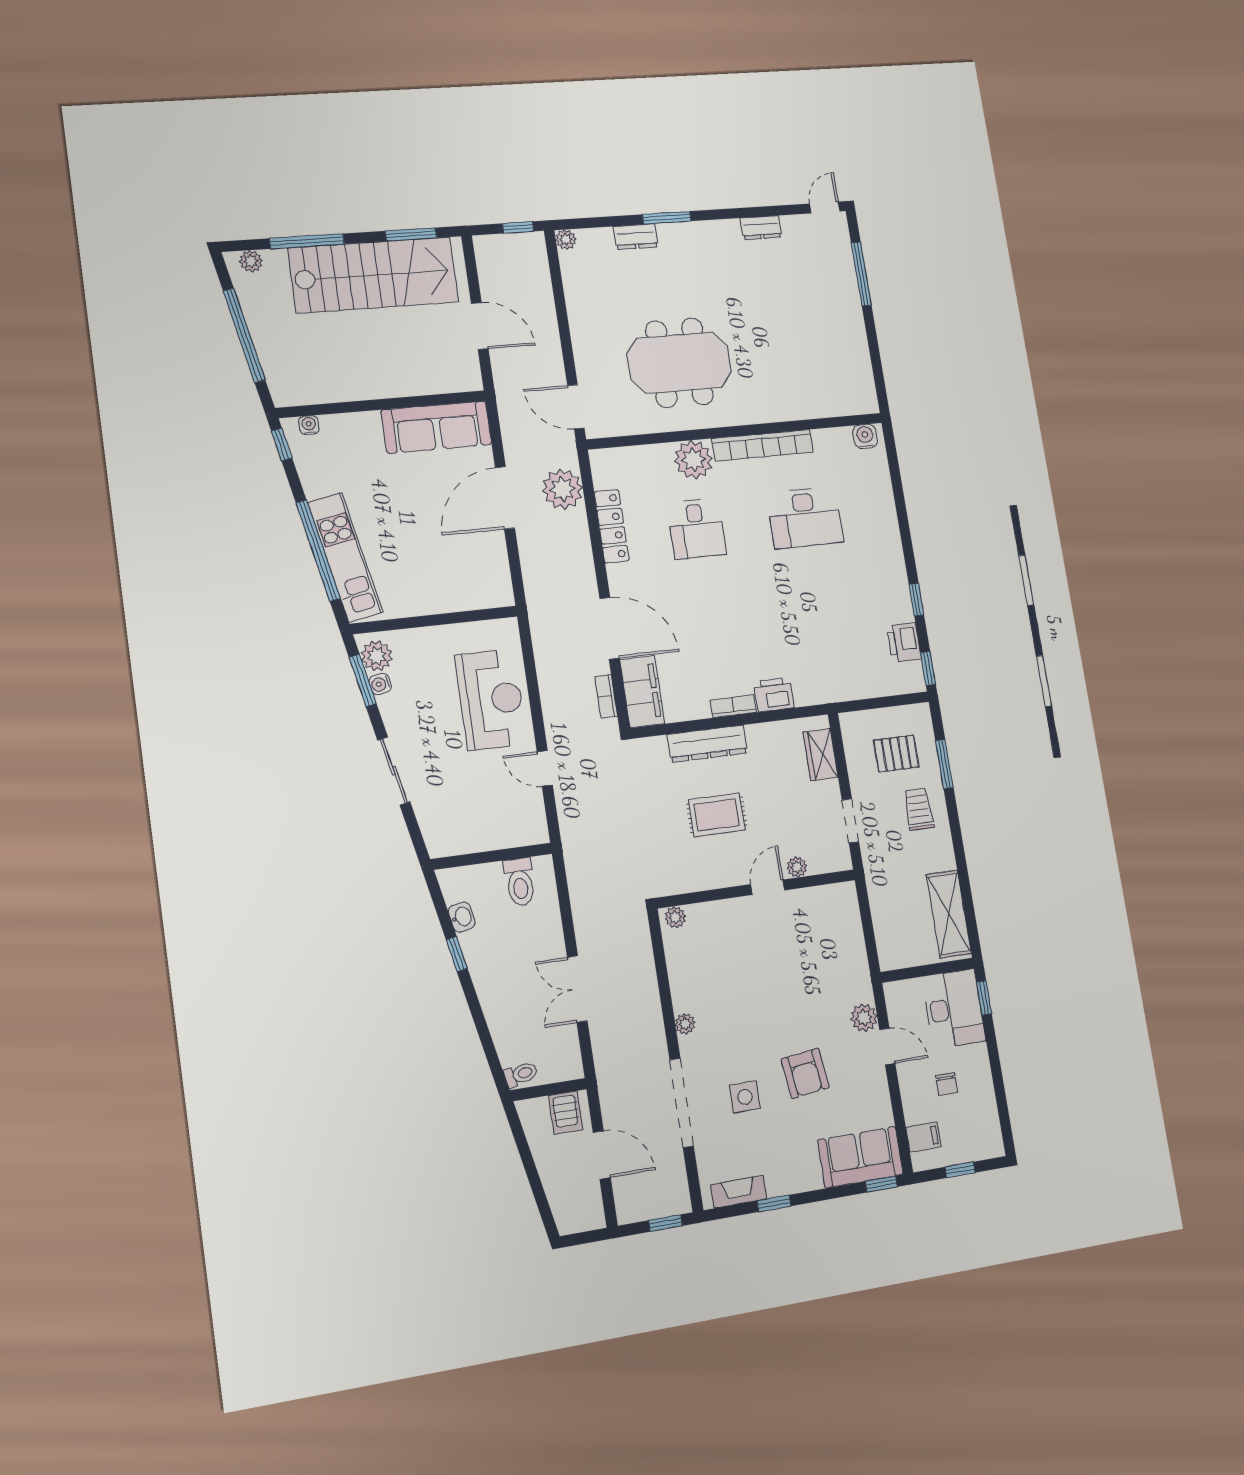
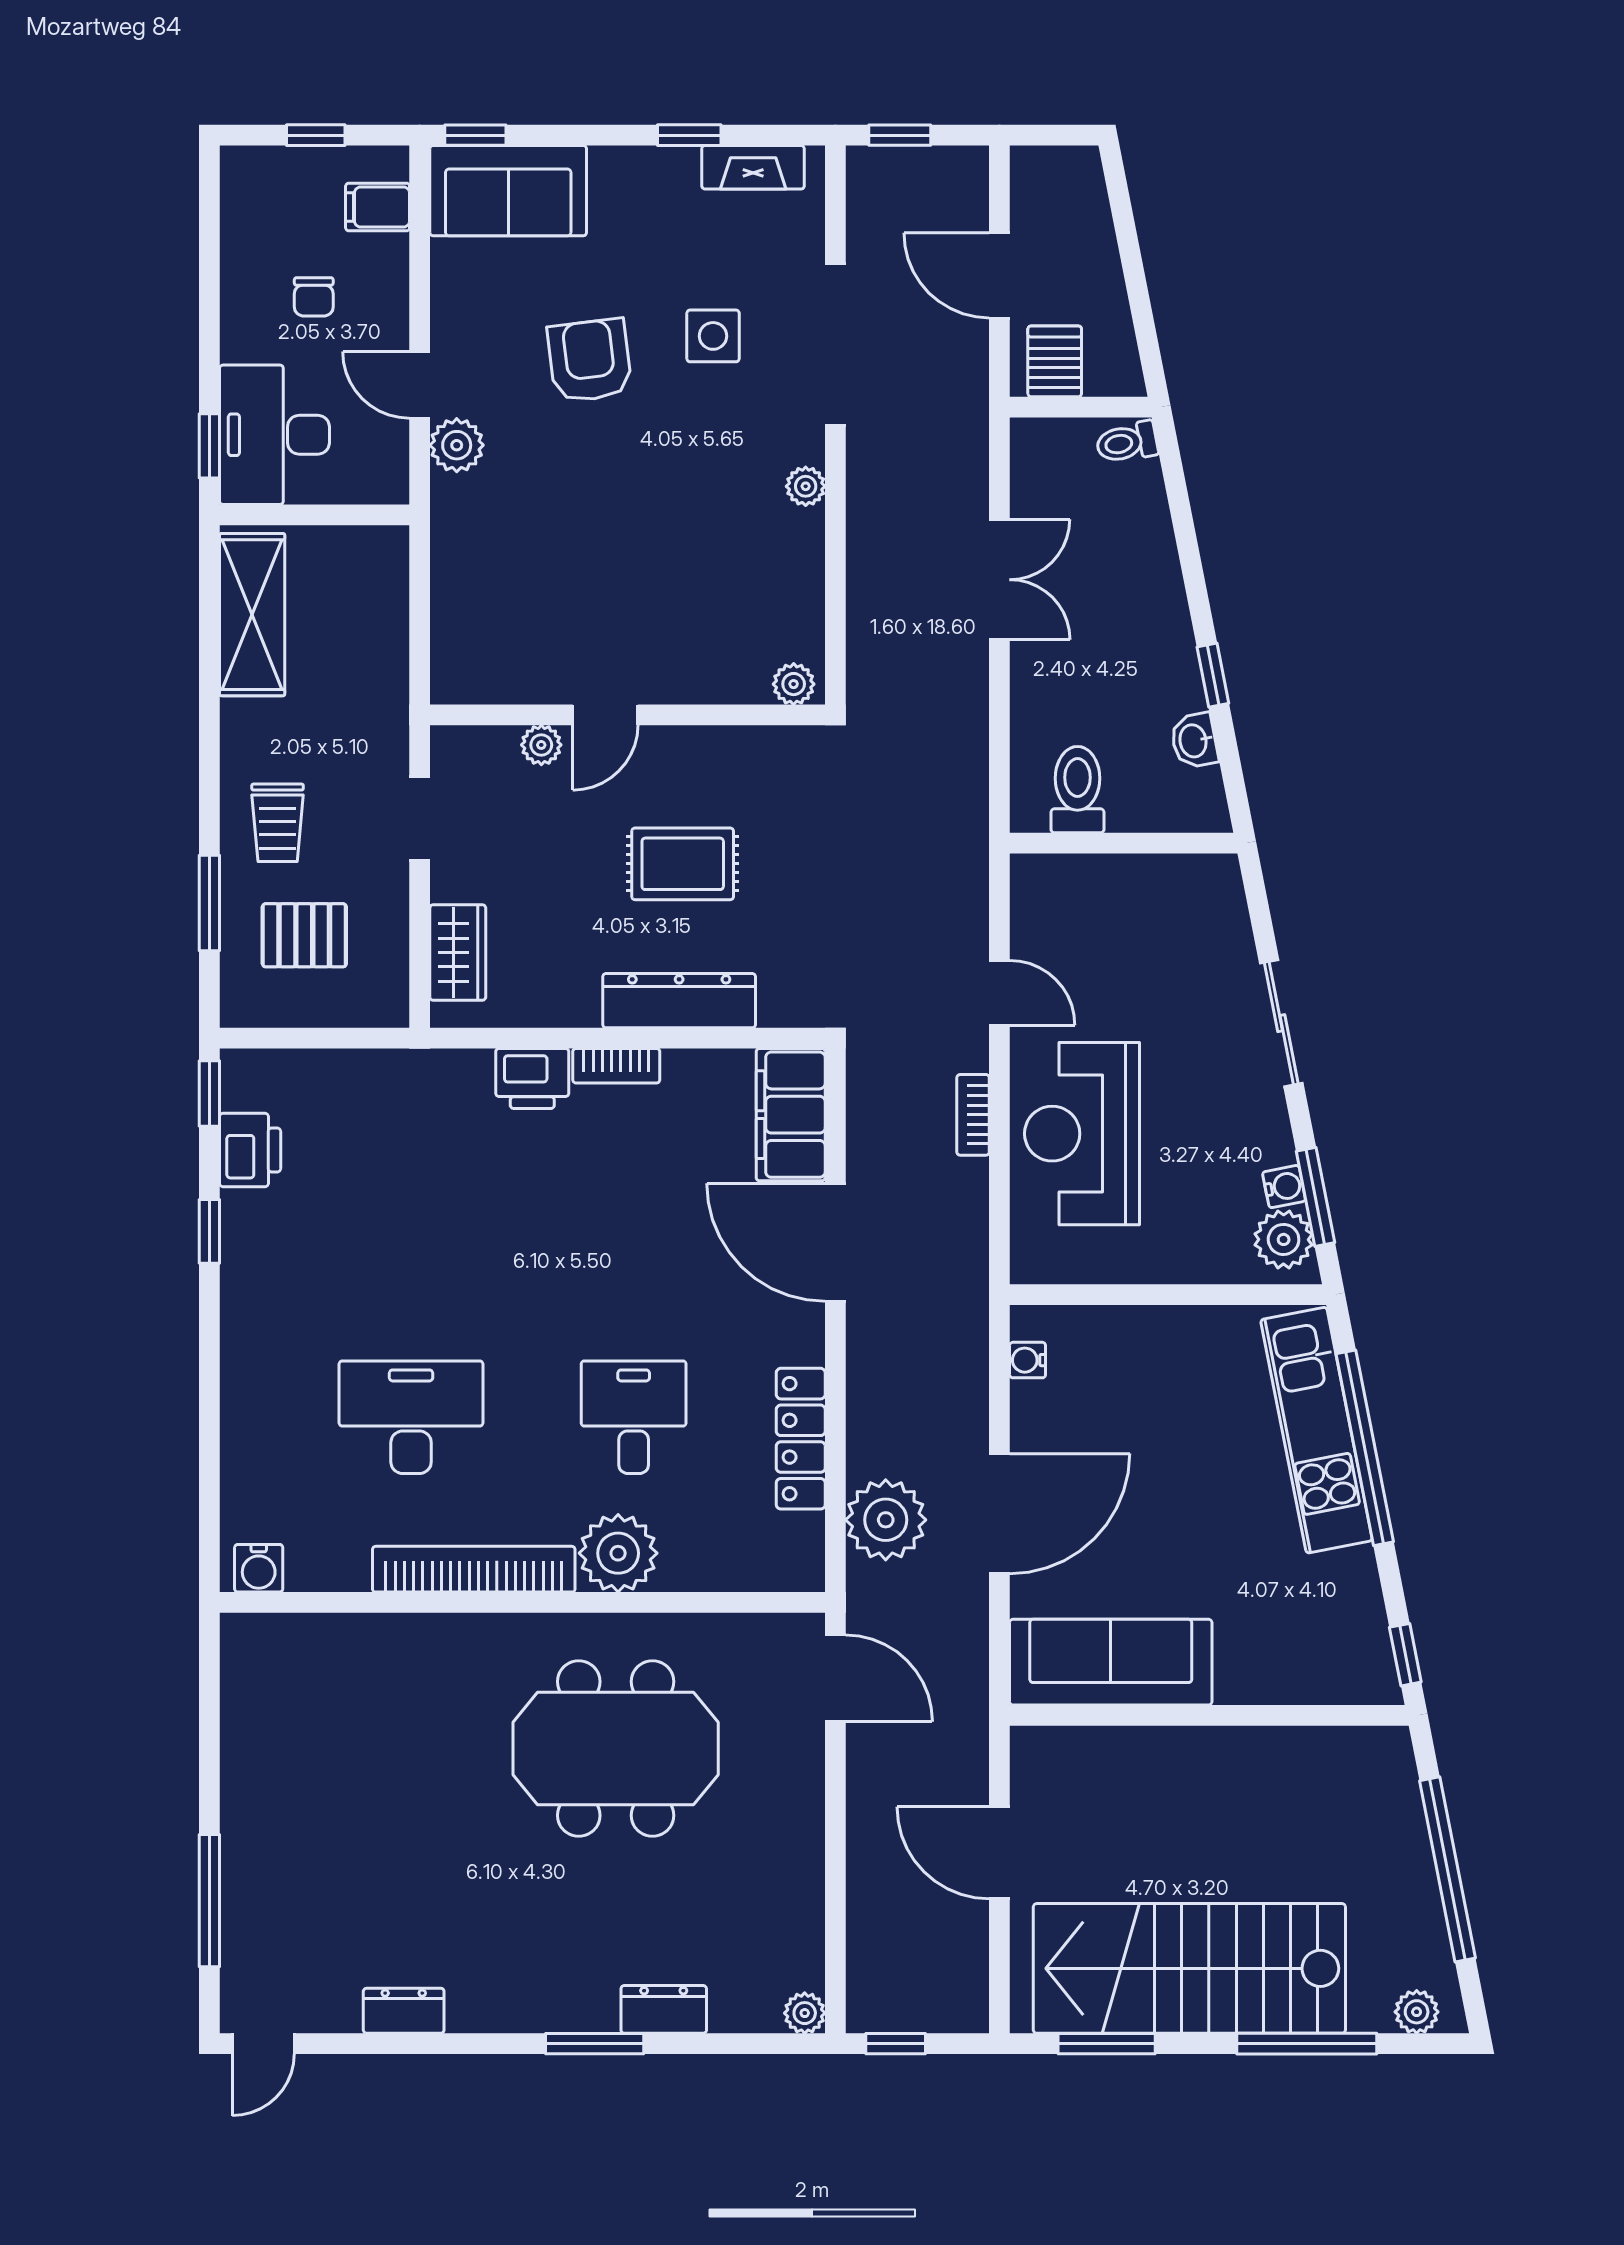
water cooler: (309, 425) -> (1028, 1360), moved, turned 90
bookcase: (606, 696) -> (973, 1115), moved, turned 180
chair: (947, 1084) -> (314, 297), turned 180

